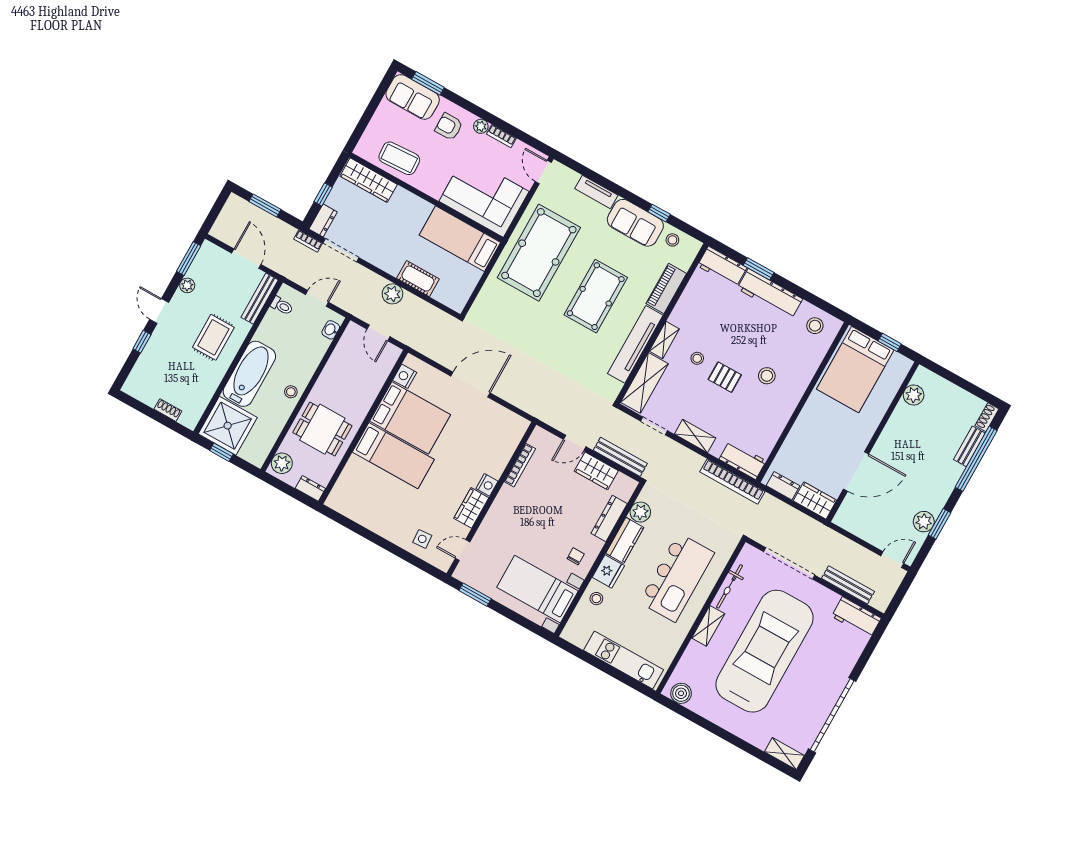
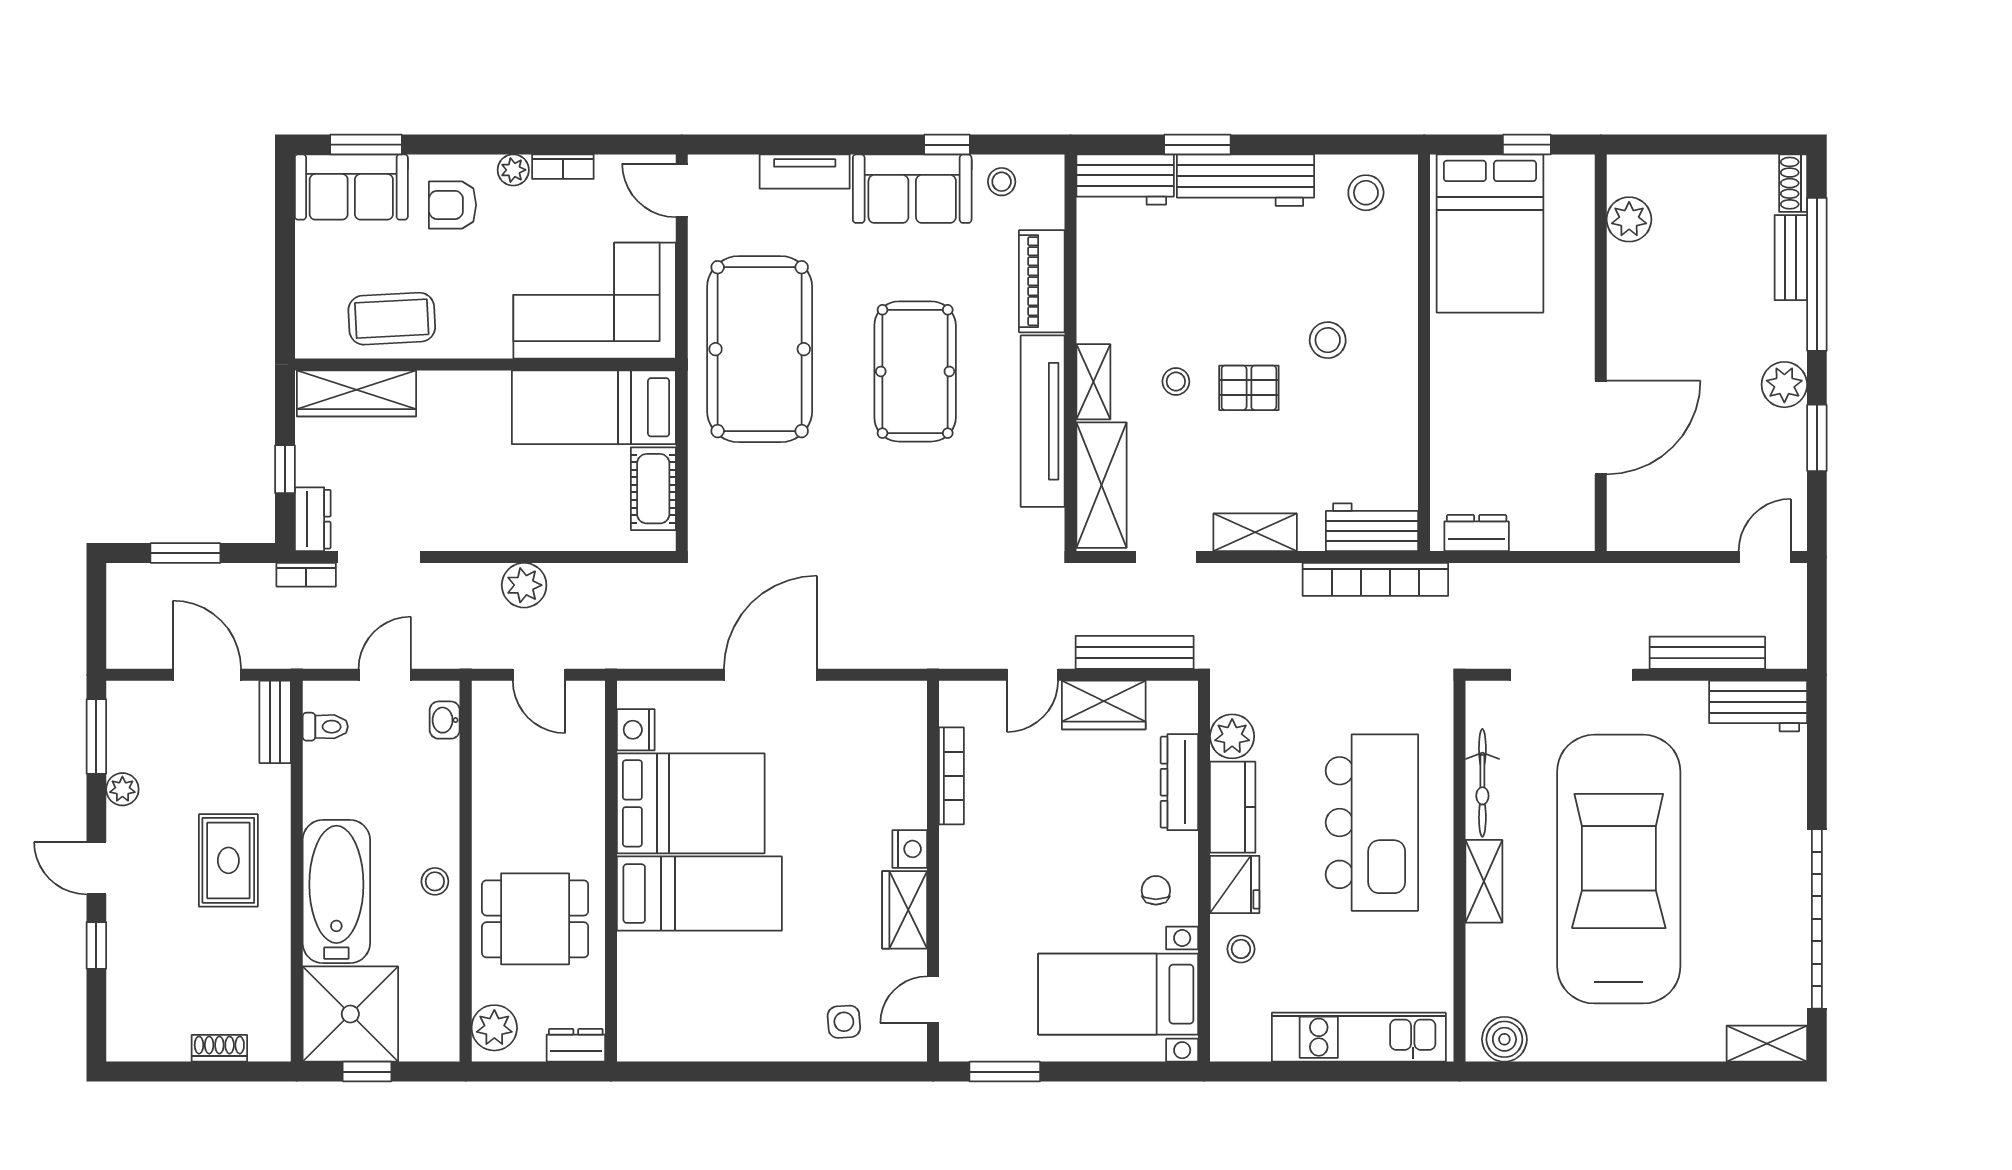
cot: (418, 279) -> (653, 489), moved, turned 90
bench: (260, 299) -> (275, 722), width x0.73
wardrobe: (815, 500) -> (1553, 527), removed
plant: (924, 522) -> (1784, 385), moved

